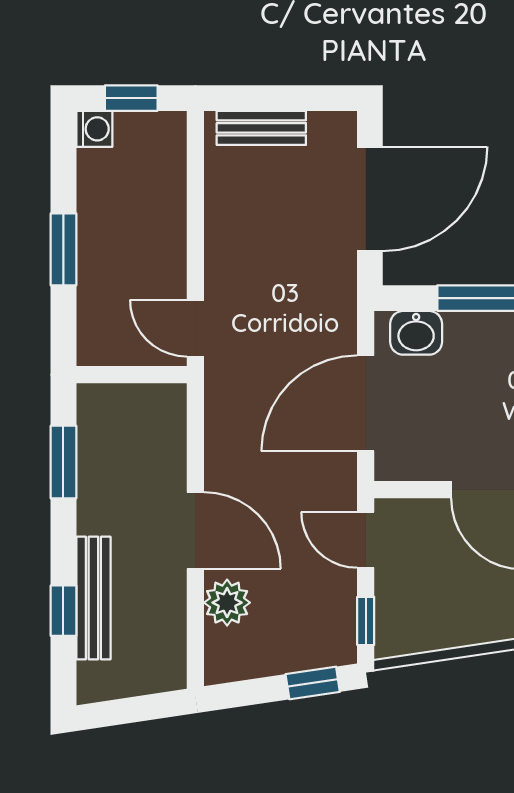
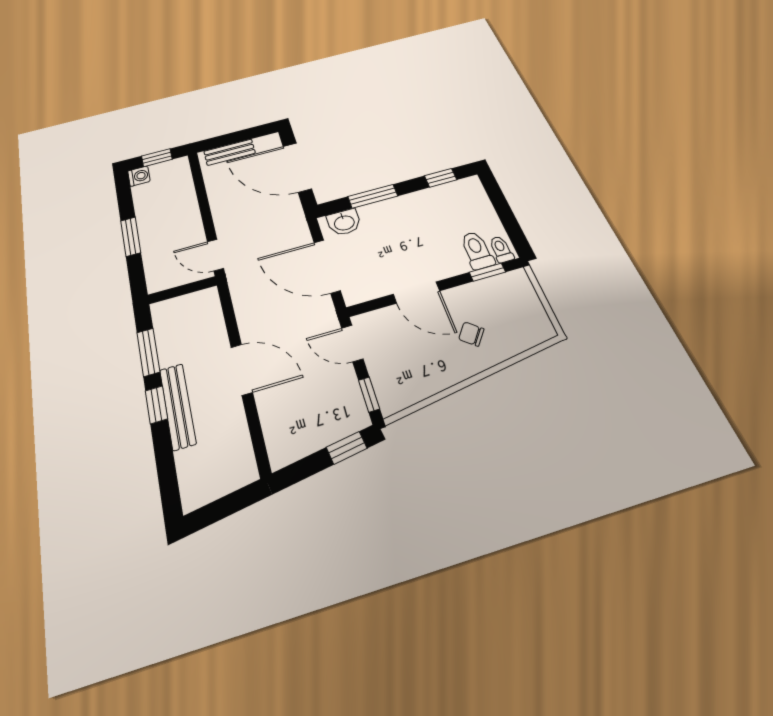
door: (370, 199) -> (297, 167), swing flipped
door: (366, 403) -> (327, 266), hinge flipped
bench: (93, 598) -> (178, 406), moved
plant: (227, 603) -> (273, 410), removed
window: (63, 611) -> (156, 405), moved

